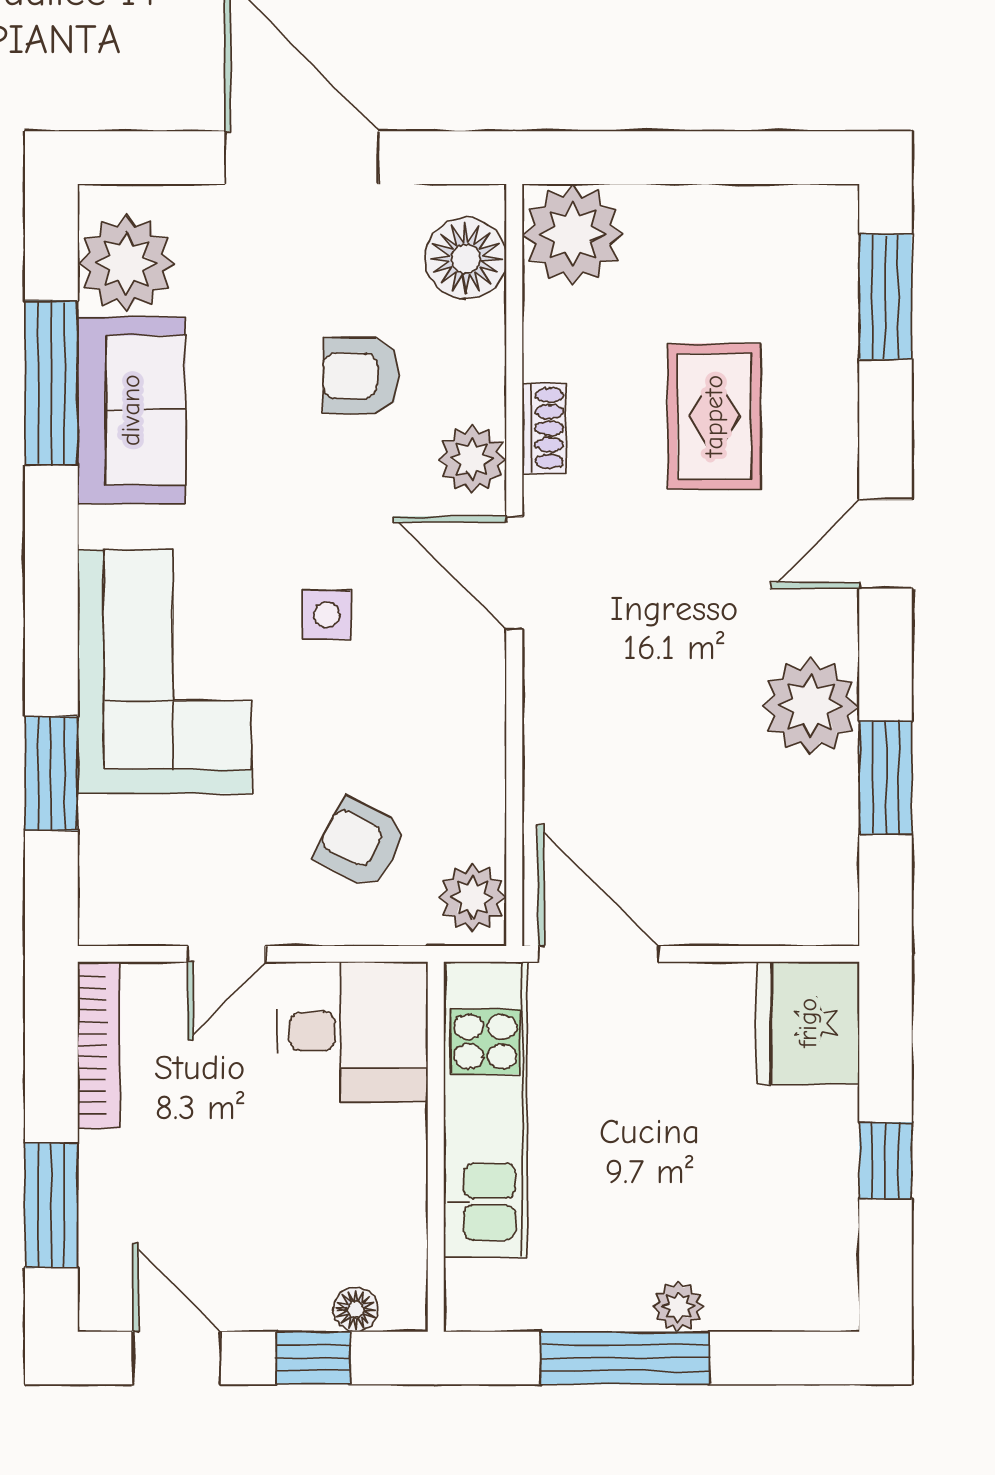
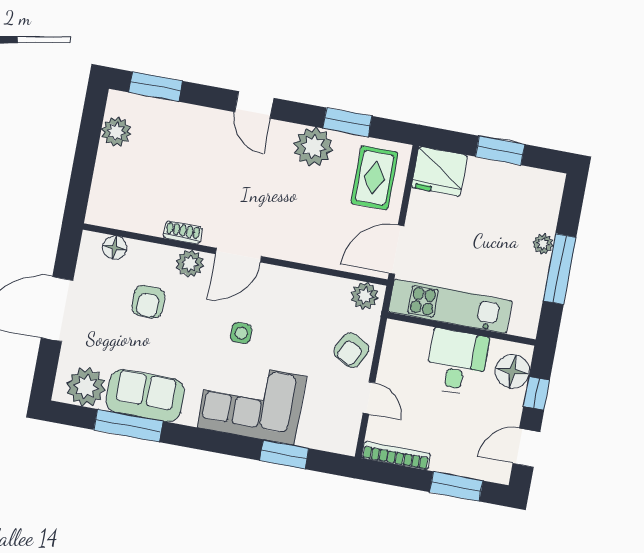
plant: (573, 234) -> (116, 132), moved, width x0.73, depth x0.73
floor lamp: (466, 259) -> (115, 248), width x0.73, depth x0.73
rug: (714, 416) -> (374, 178), moved, turned 90
armchair: (361, 843) -> (351, 350), moved
desk: (353, 1032) -> (457, 362), moved
window: (886, 1160) -> (500, 150), width x1.50
floor lamp: (356, 1309) -> (512, 371), width x1.89, depth x1.89

